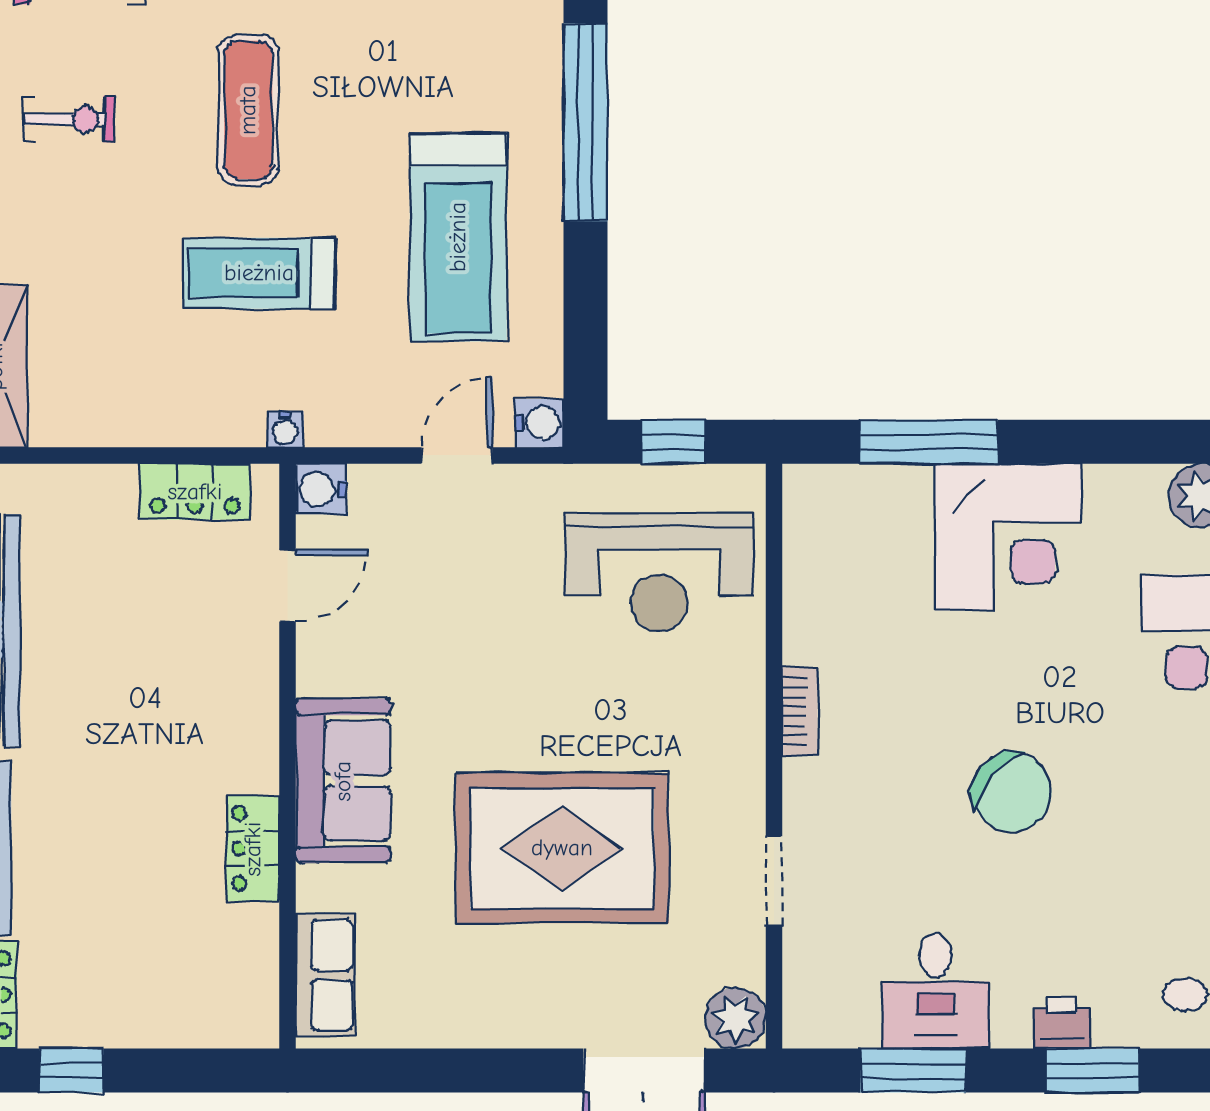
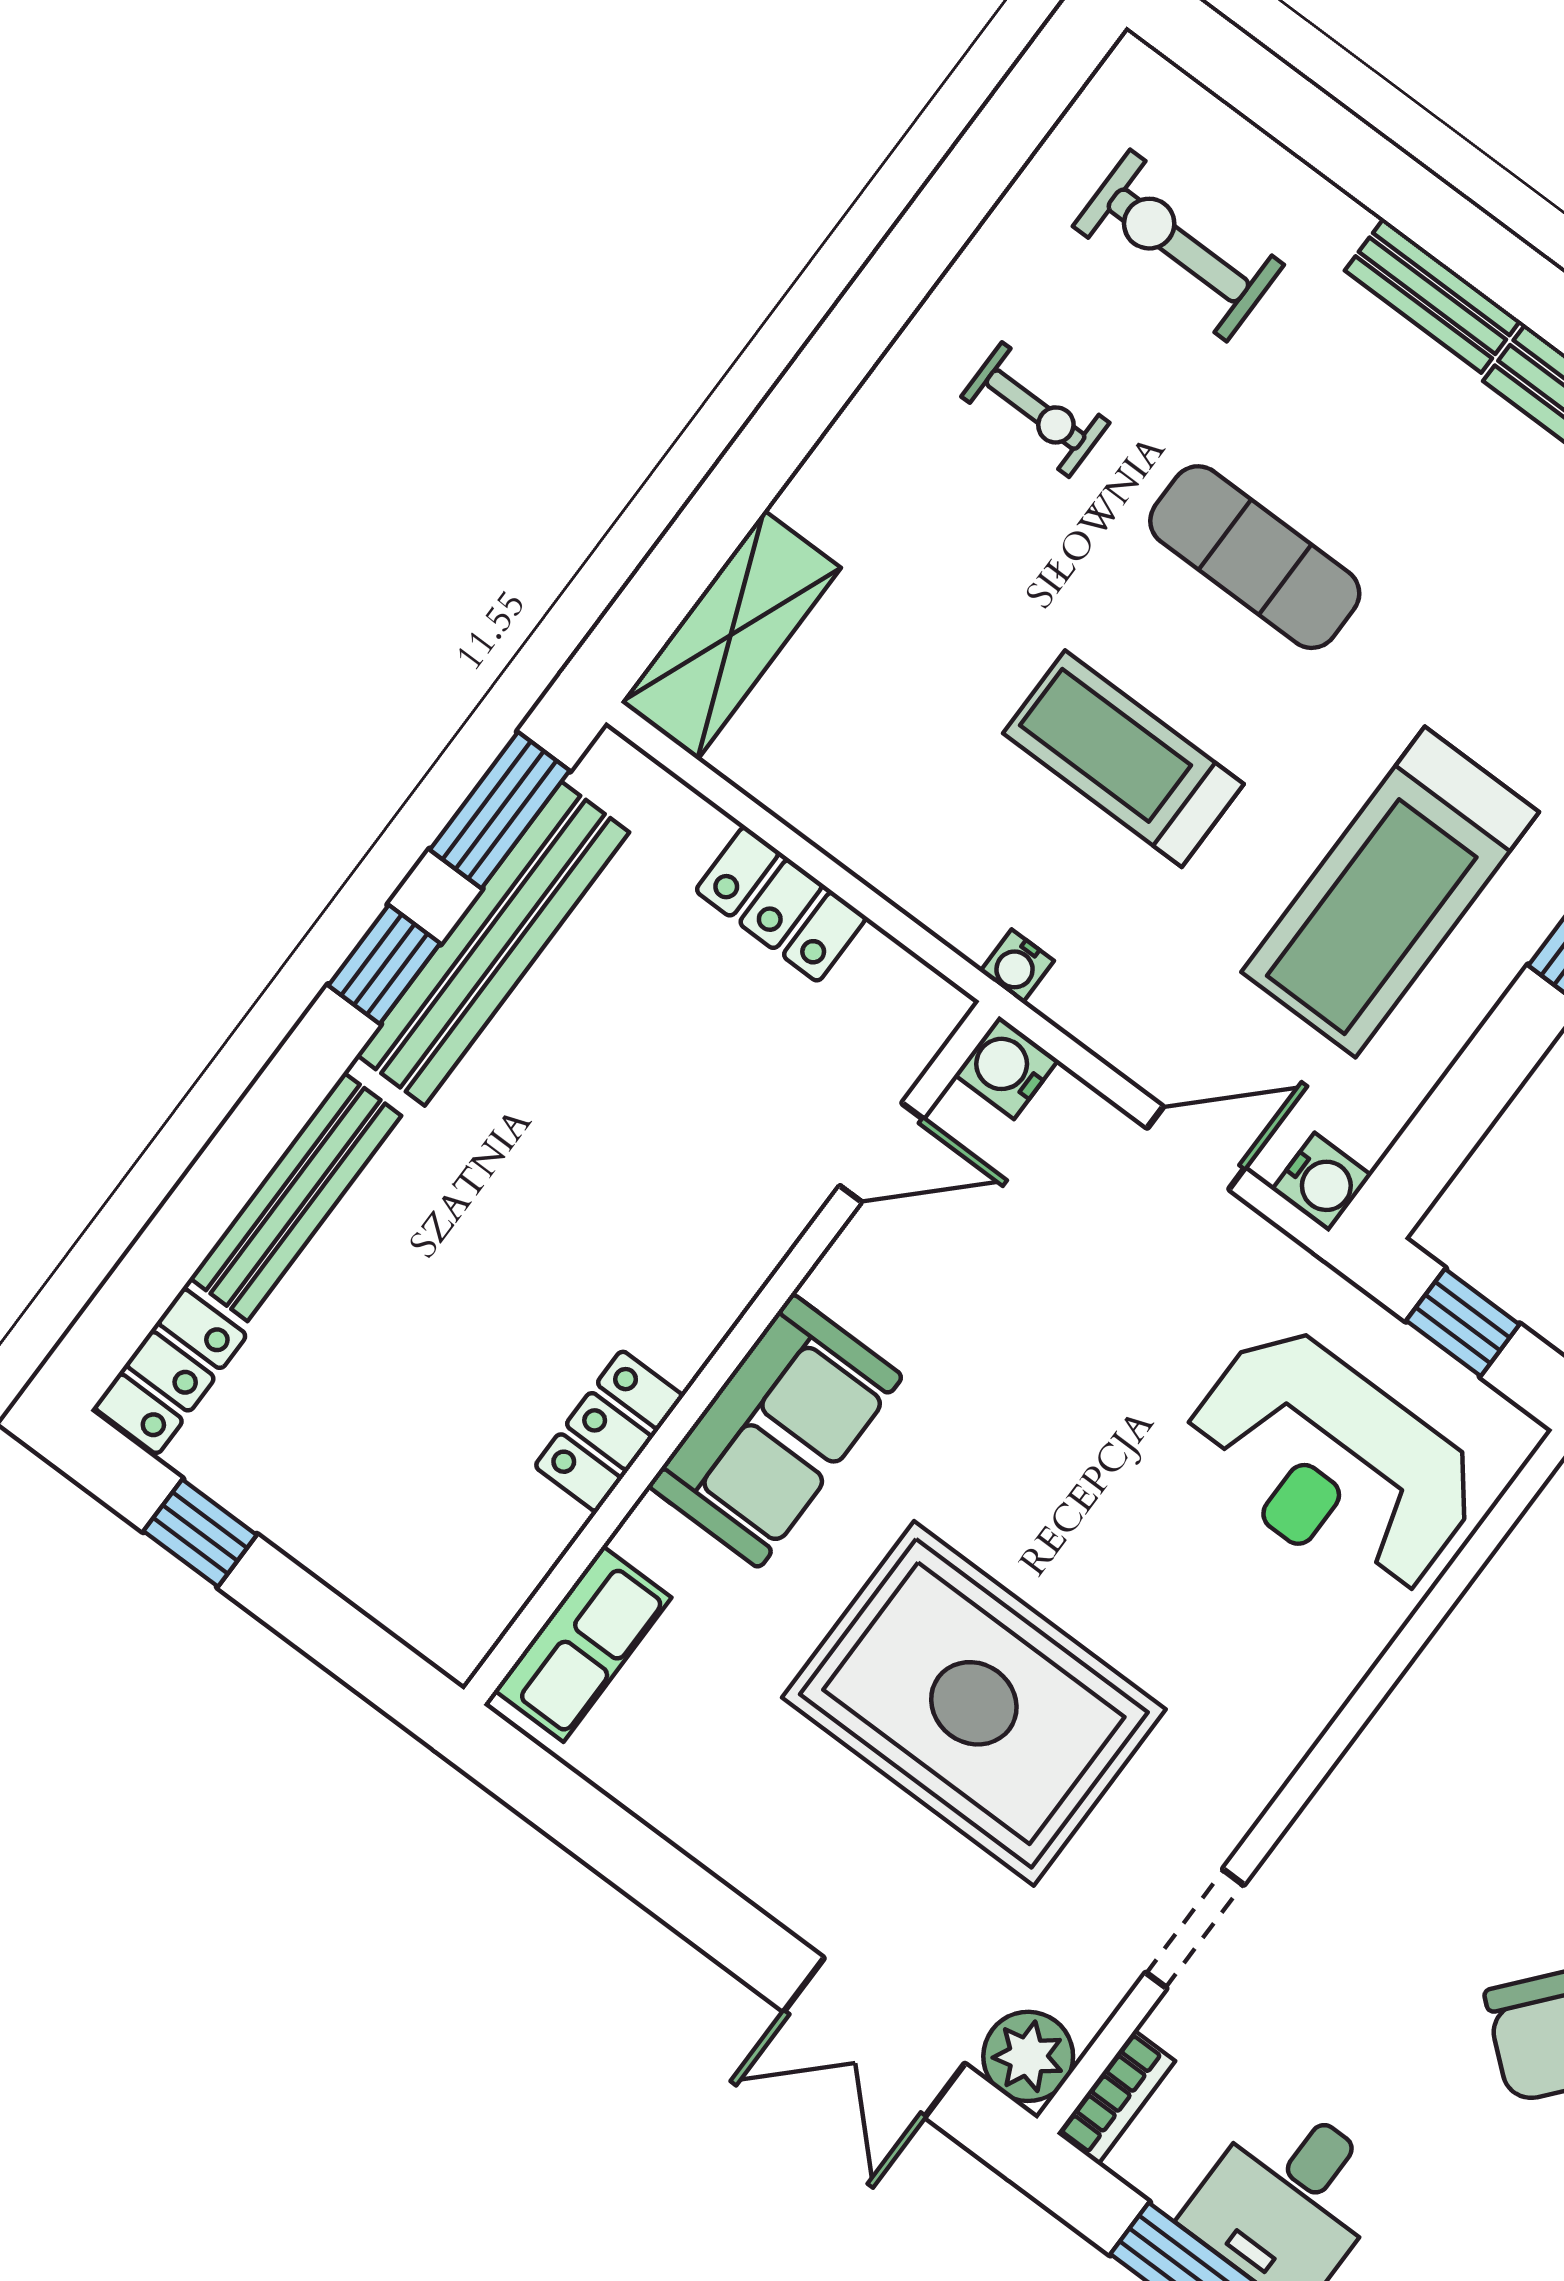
exercise mat: (248, 110) -> (1255, 557), turned 90
locker: (195, 492) -> (781, 904), moved
bookcase: (800, 712) -> (1116, 2097), moved

